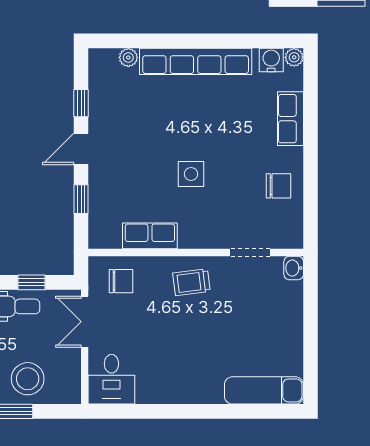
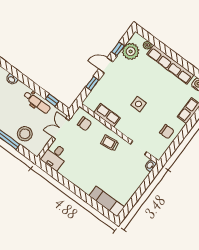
plant: (107, 90) -> (131, 51), added

